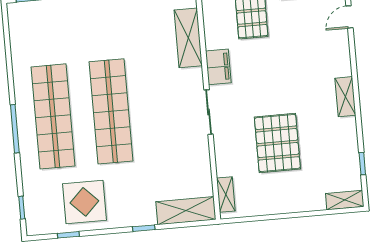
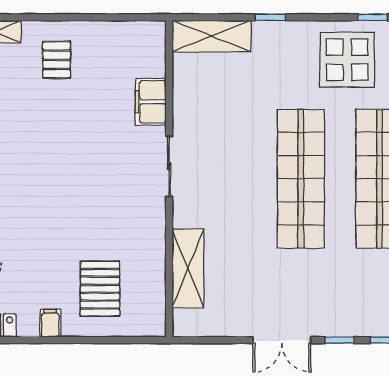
filing cabinet: (218, 67) -> (151, 102), moved
pallet: (277, 143) -> (57, 60), moved, width x0.49, depth x0.50
shelving: (226, 194) -> (156, 53), removed

